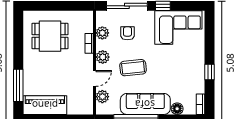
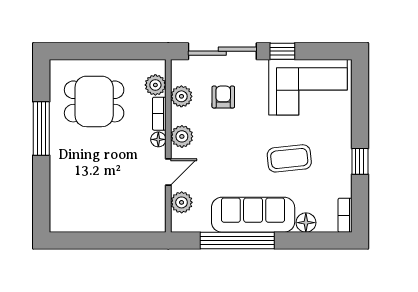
plant: (87, 26) -> (155, 85), added
floor lamp: (89, 59) -> (158, 139), added
coffee table: (133, 68) -> (289, 158), moved
window: (18, 85) -> (41, 129), moved
piano: (45, 105) -> (86, 217), removed

